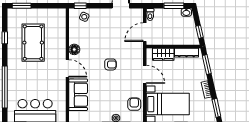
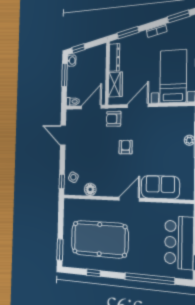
door: (145, 32) -> (91, 107), swing flipped
window: (199, 32) -> (78, 49), moved
pool table: (33, 43) -> (99, 239), width x1.36, depth x1.32
floor lamp: (74, 49) -> (90, 189), moved
armchair: (134, 104) -> (114, 119), moved

